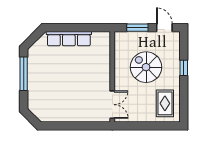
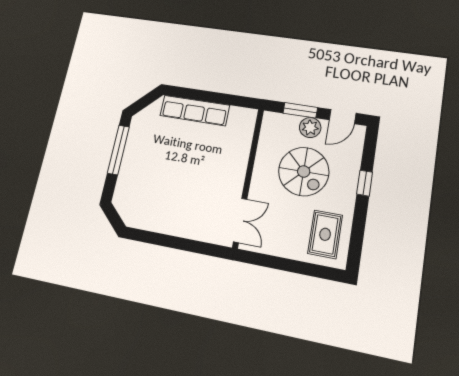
door: (164, 28) -> (342, 117), swing flipped
plant: (145, 38) -> (310, 128), added
spiral stairs: (146, 67) -> (304, 171), turned 180

